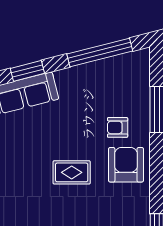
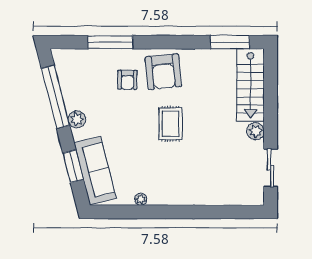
plant: (76, 75) -> (77, 119), added
armchair: (126, 165) -> (163, 72), turned -96

